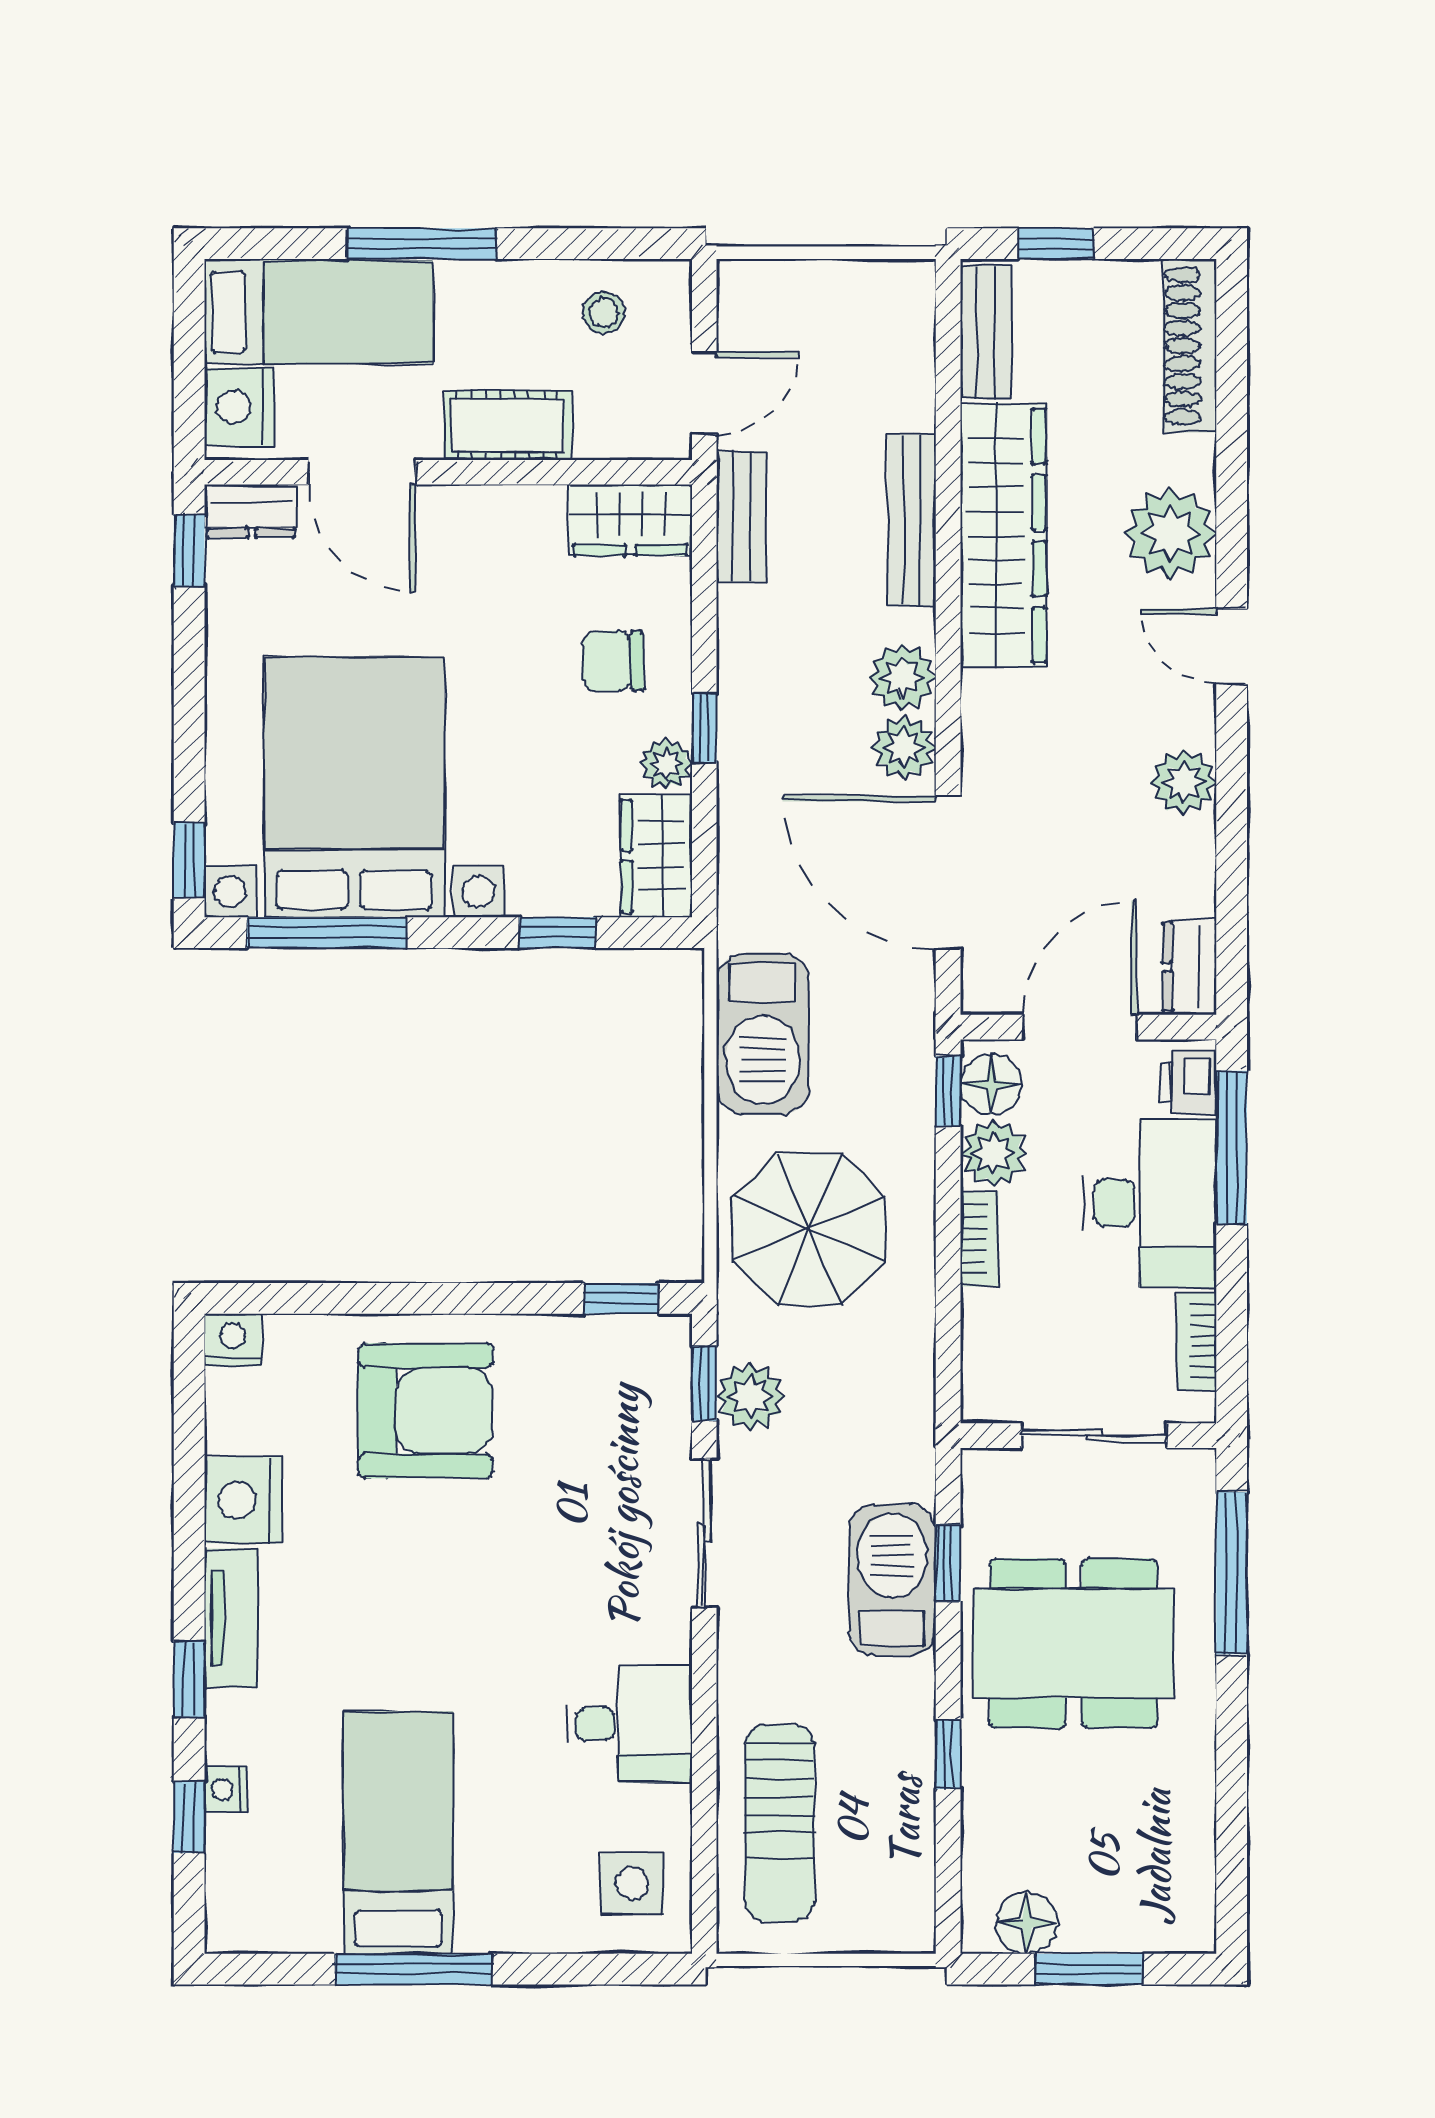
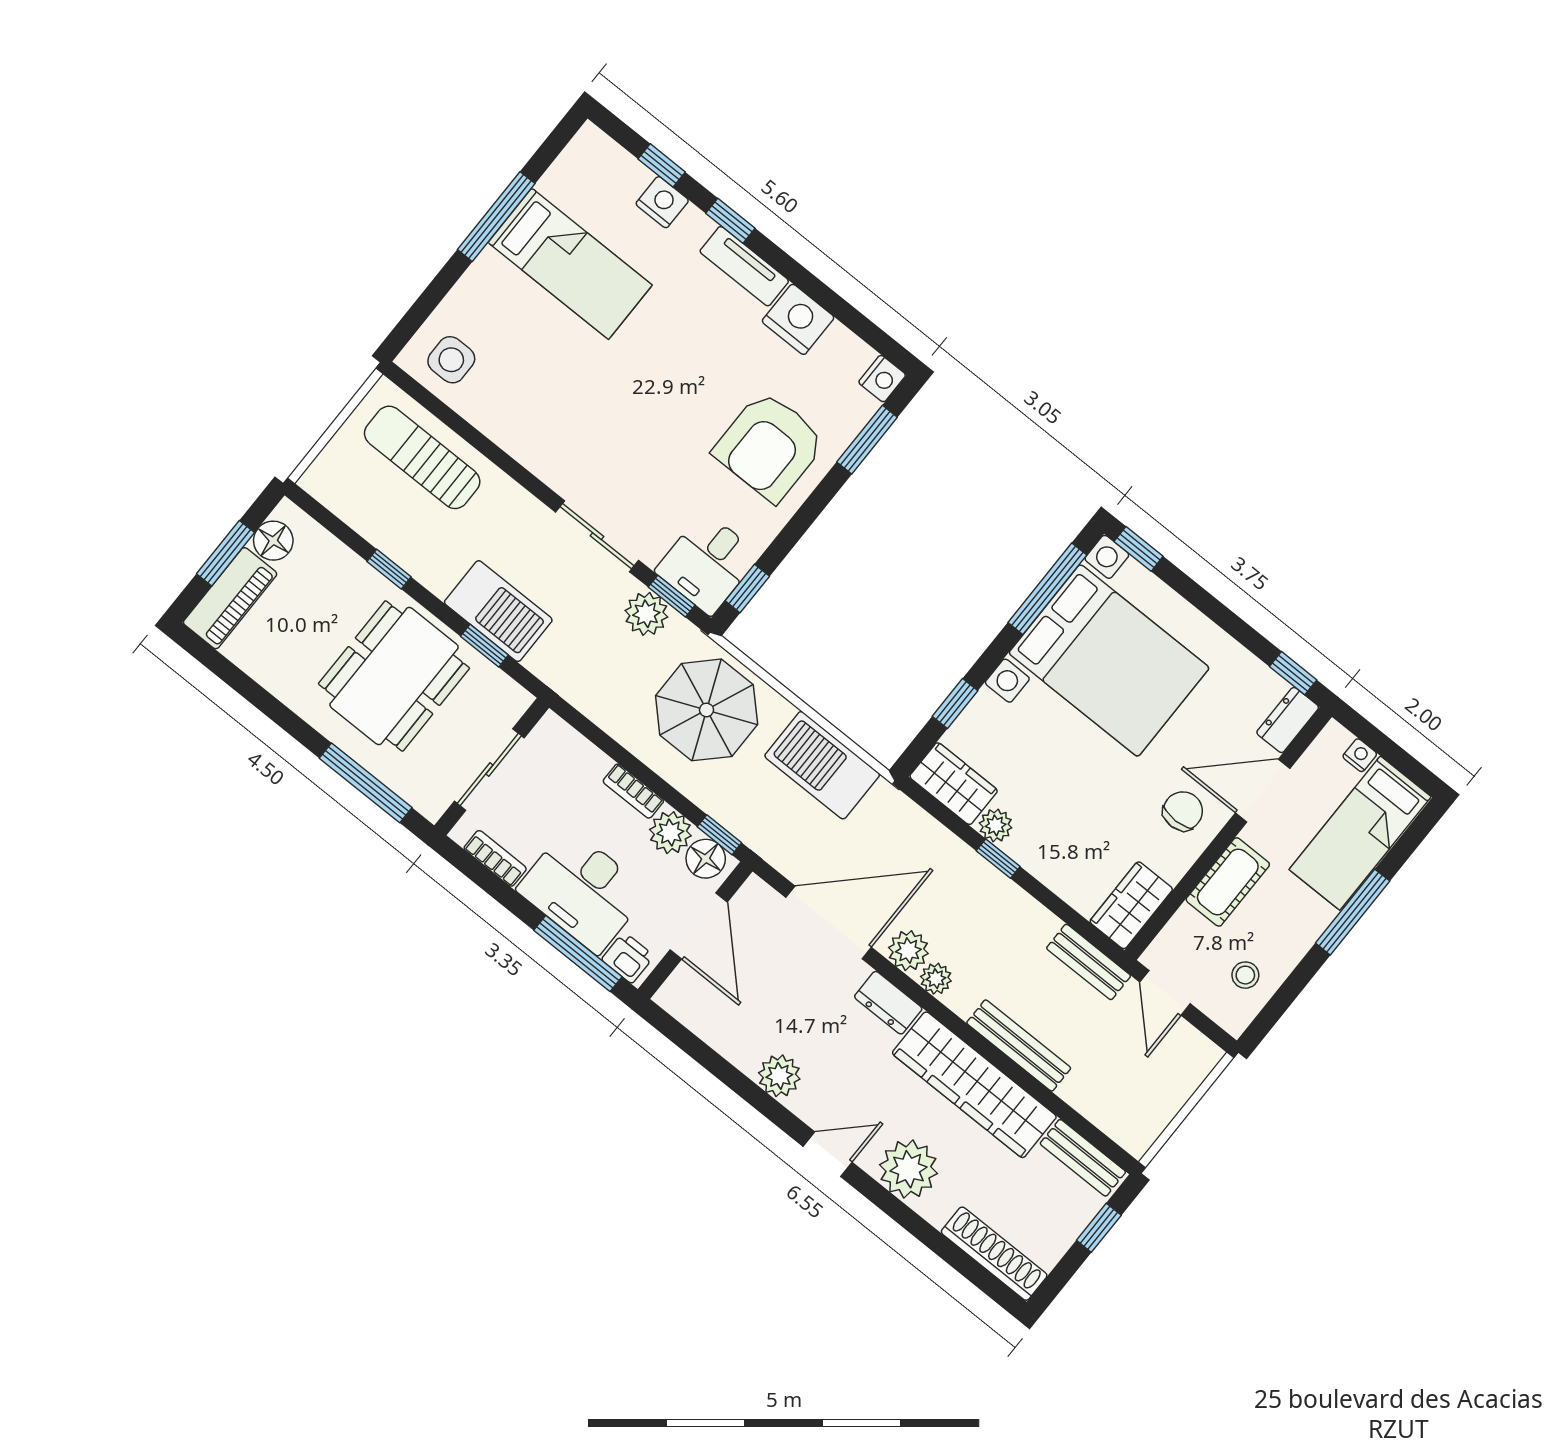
nightstand: (239, 407) -> (1360, 755), width x0.53, depth x0.56
chair: (613, 661) -> (1183, 811), moved
plant: (902, 677) -> (936, 979), width x0.73, depth x0.73
dresser: (1189, 967) -> (888, 1003), moved, turned 180
window: (322, 1298) -> (867, 440), added
desk: (629, 1724) -> (707, 563), moved
nightstand: (226, 1790) -> (662, 202), width x1.39, depth x1.35
piano: (1139, 1919) -> (230, 598), added

